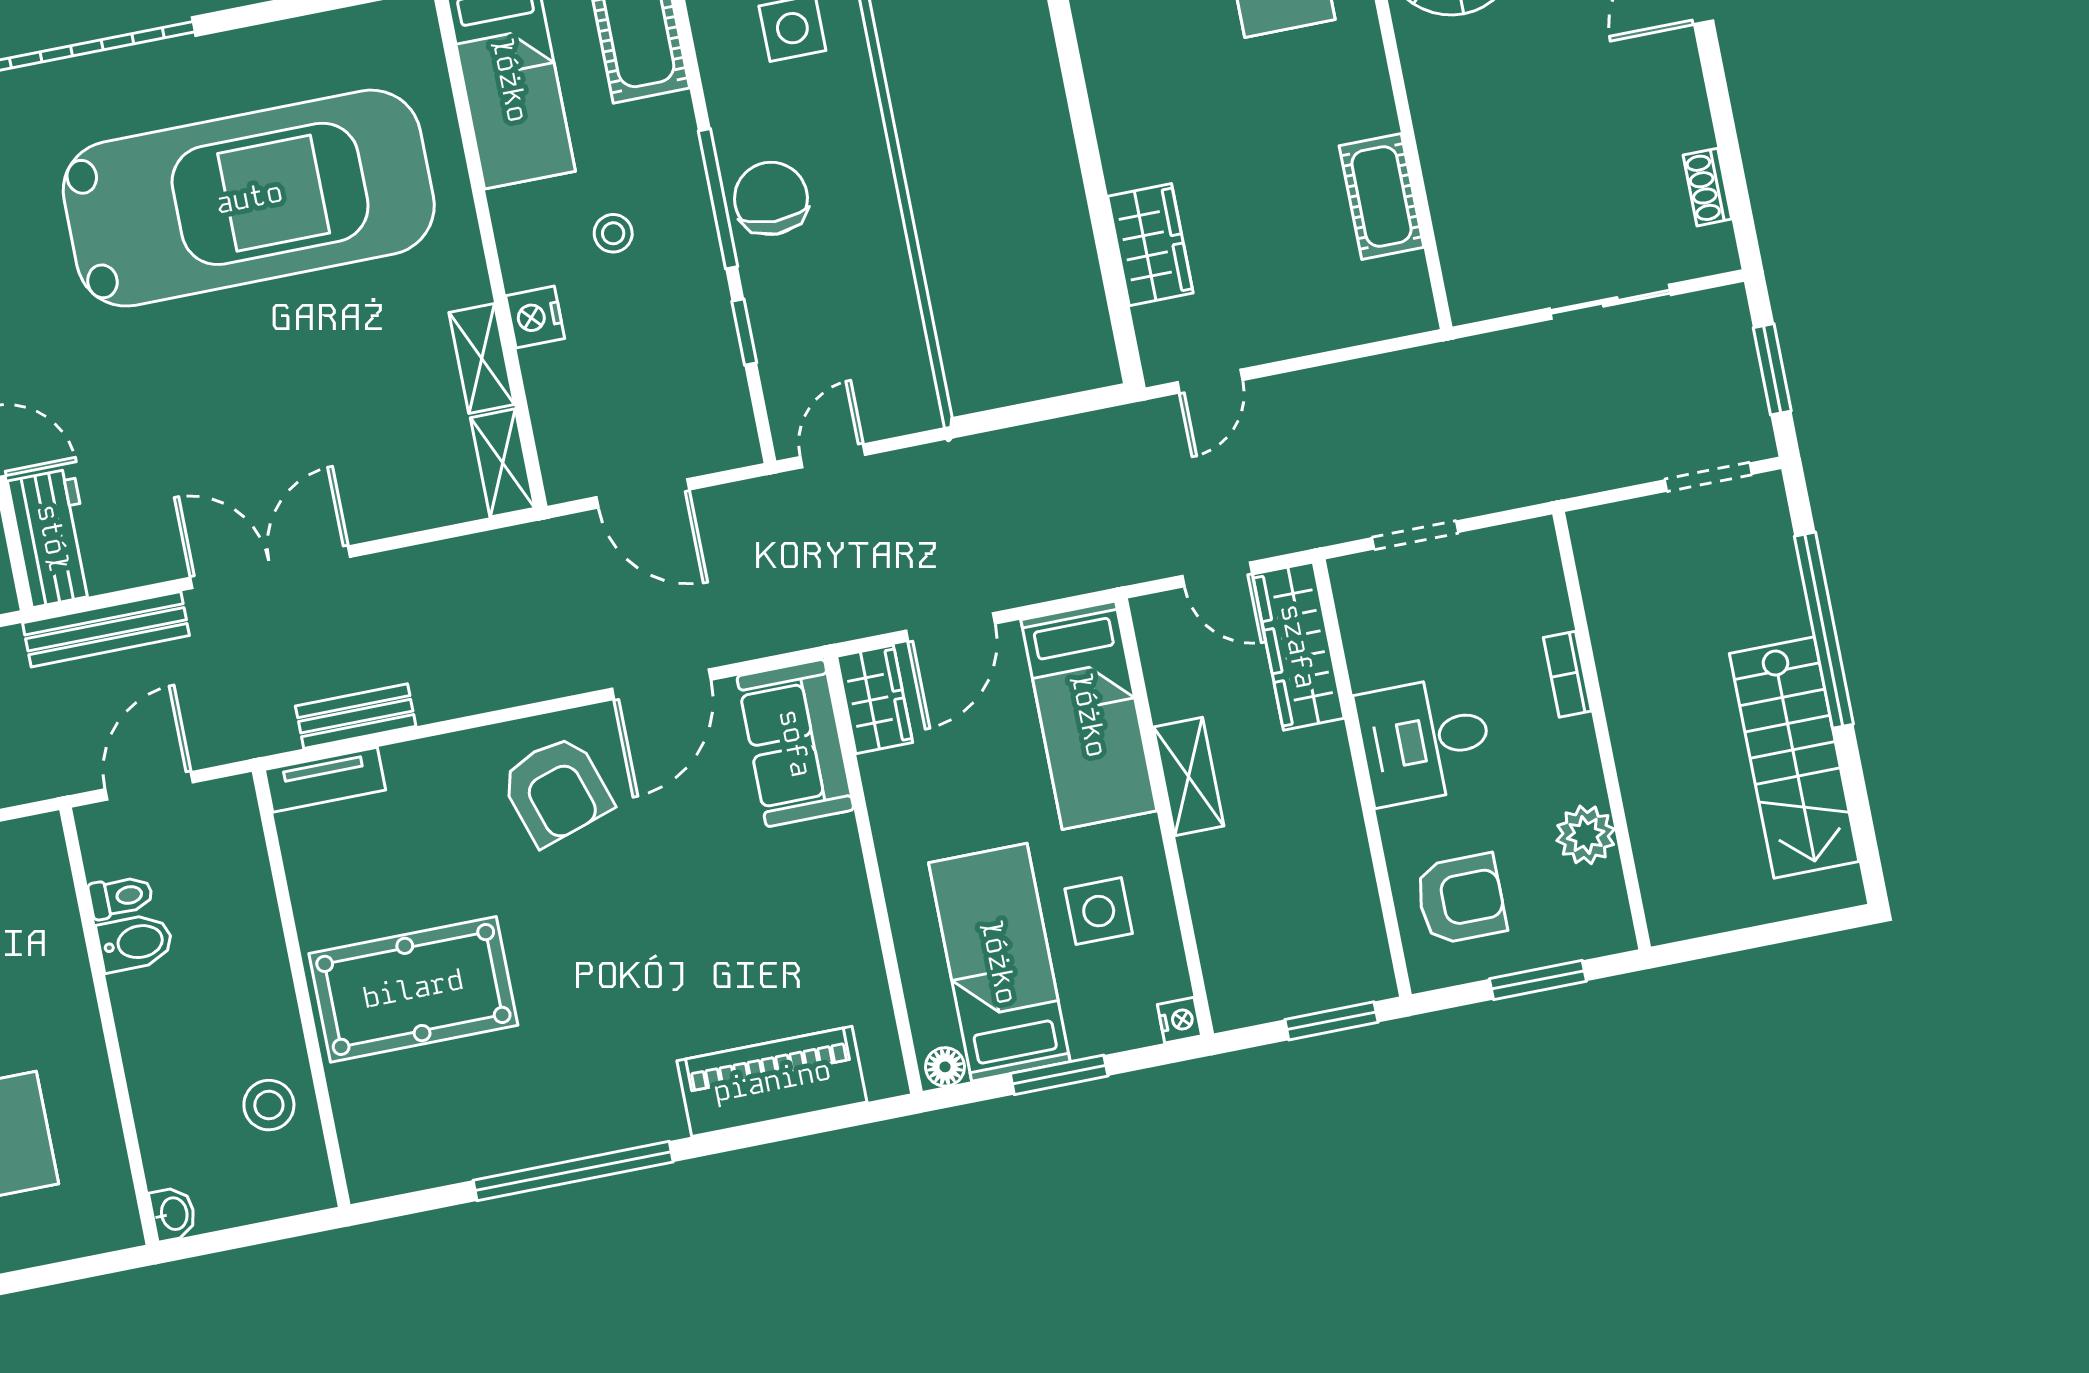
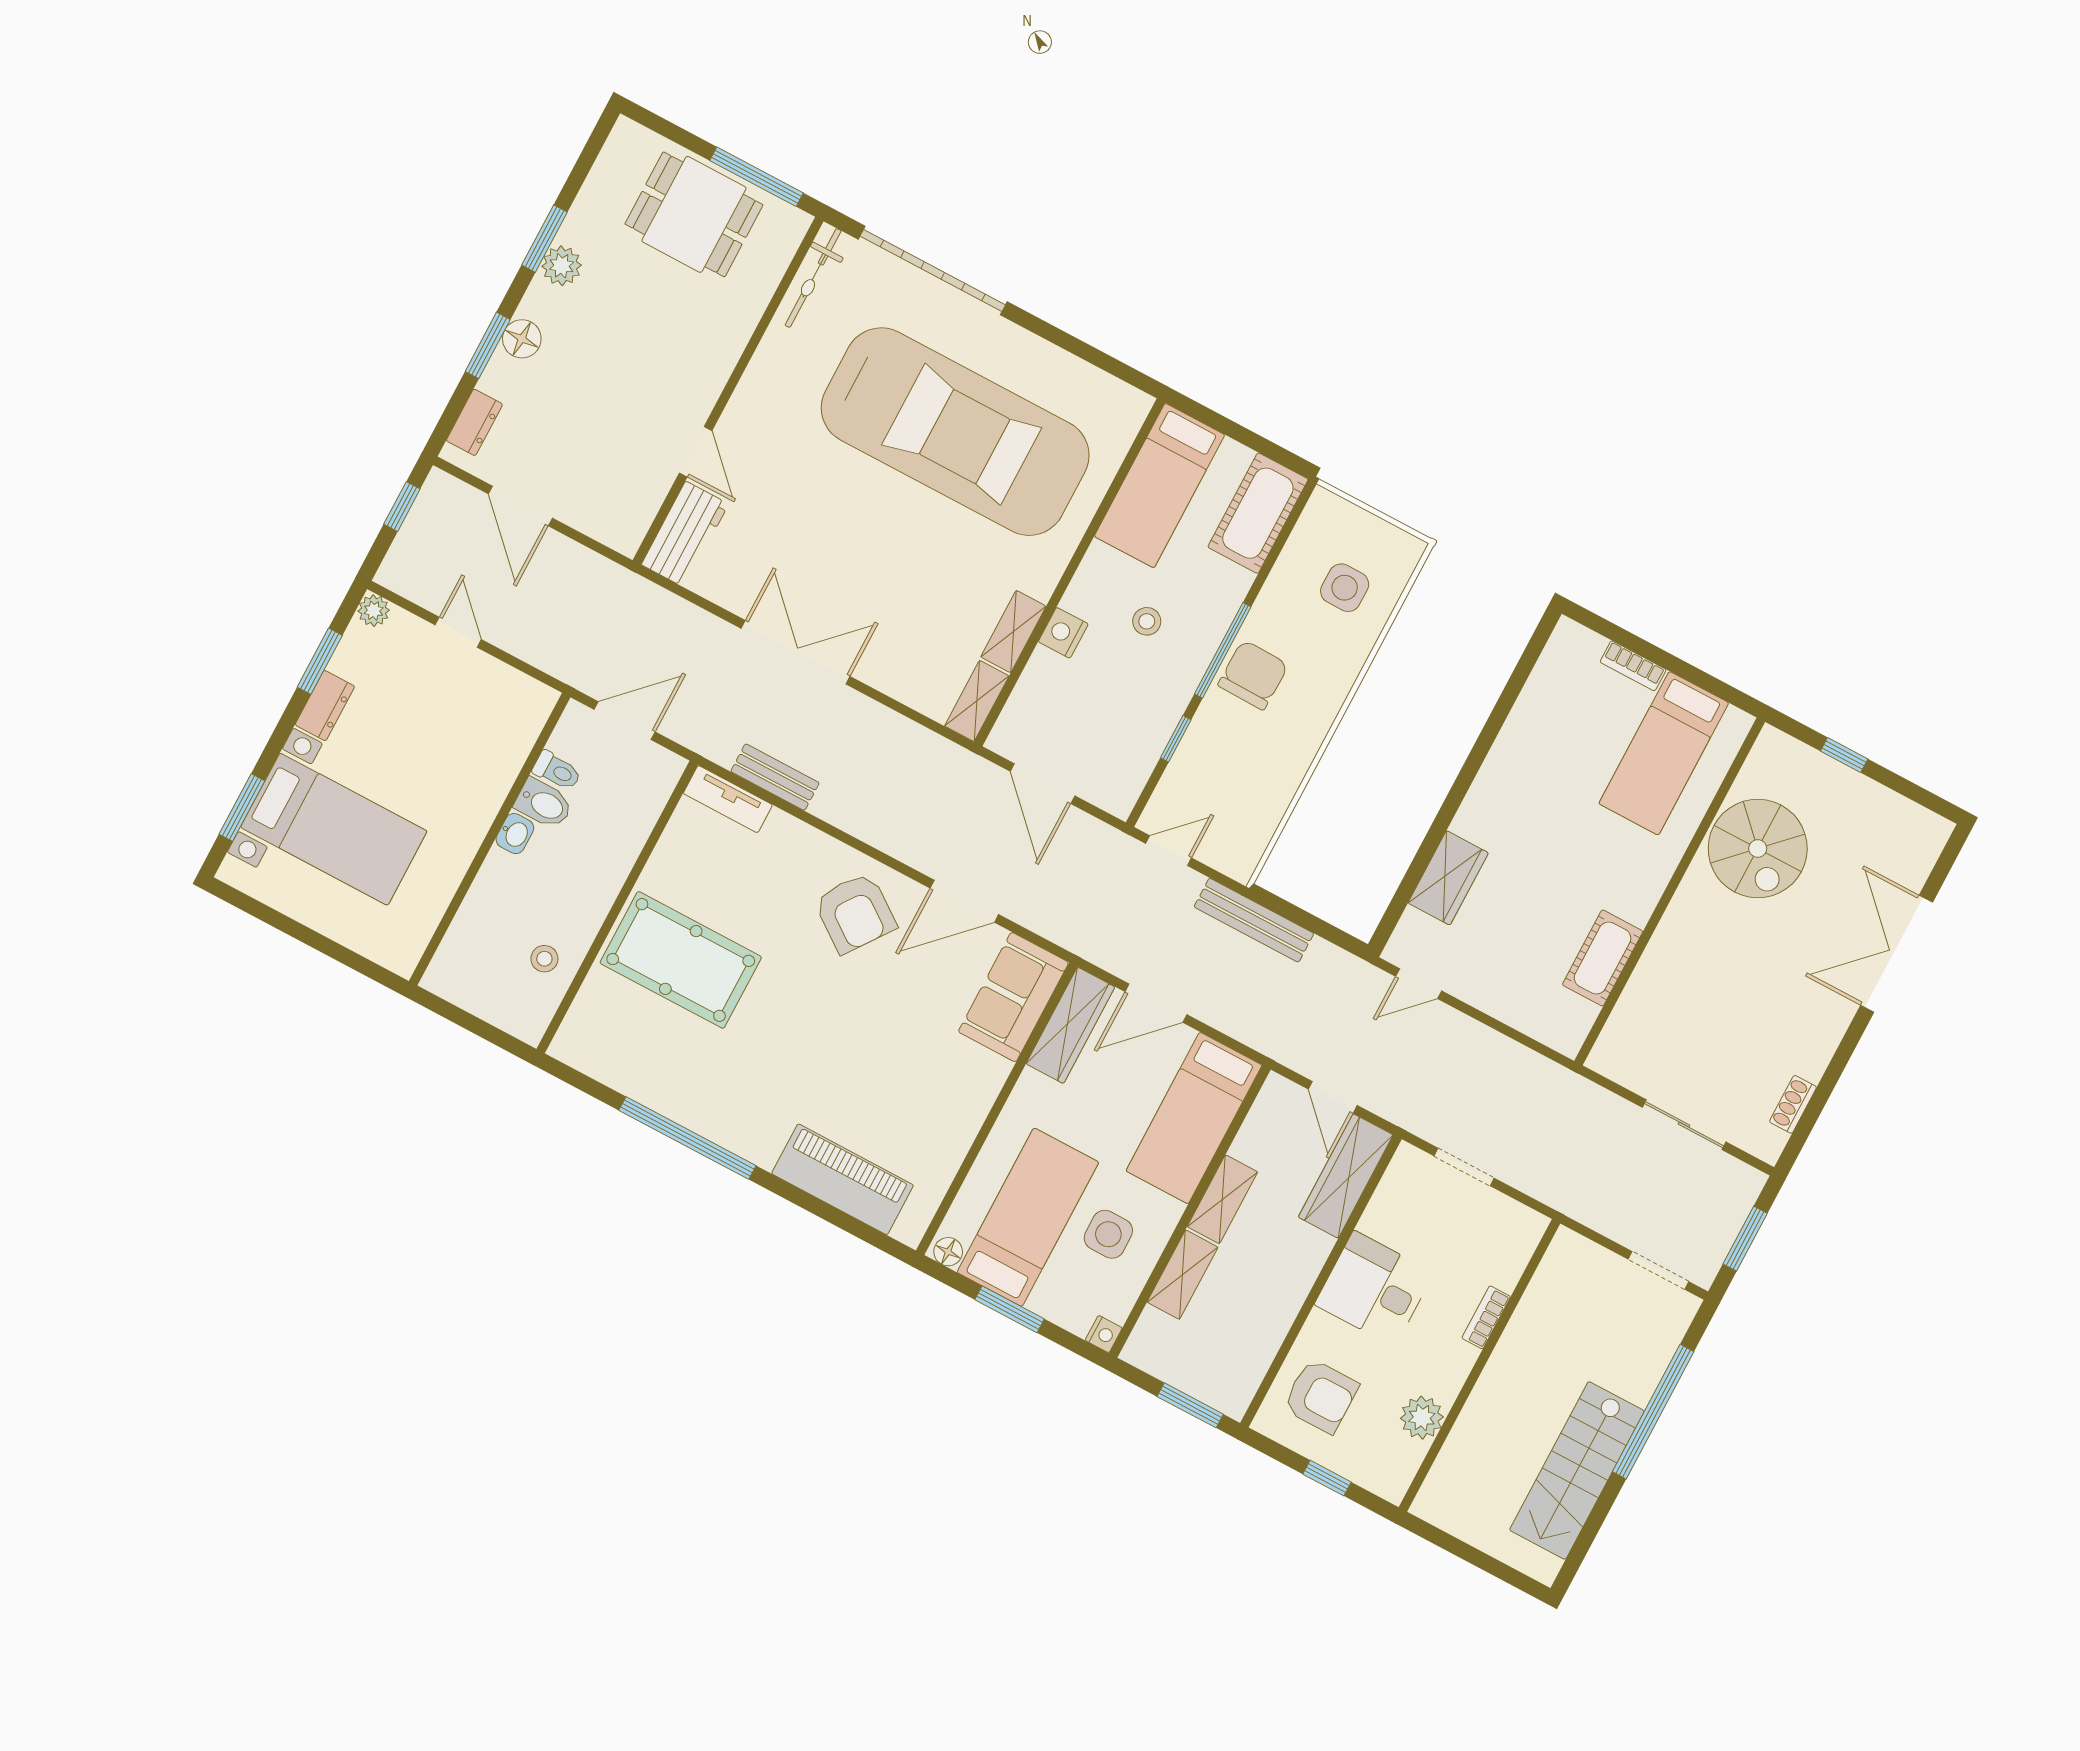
bench: (106, 629) -> (1254, 920), moved
wardrobe: (875, 699) -> (1070, 1025), width x1.50
armchair: (556, 790) -> (855, 913), turned -36
shelving: (1211, 890) -> (1182, 1275), added
window: (1538, 980) -> (1327, 1478), width x0.67
stool: (269, 1105) -> (544, 959), width x0.73, depth x0.73
washbasin: (173, 1214) -> (515, 834), moved

